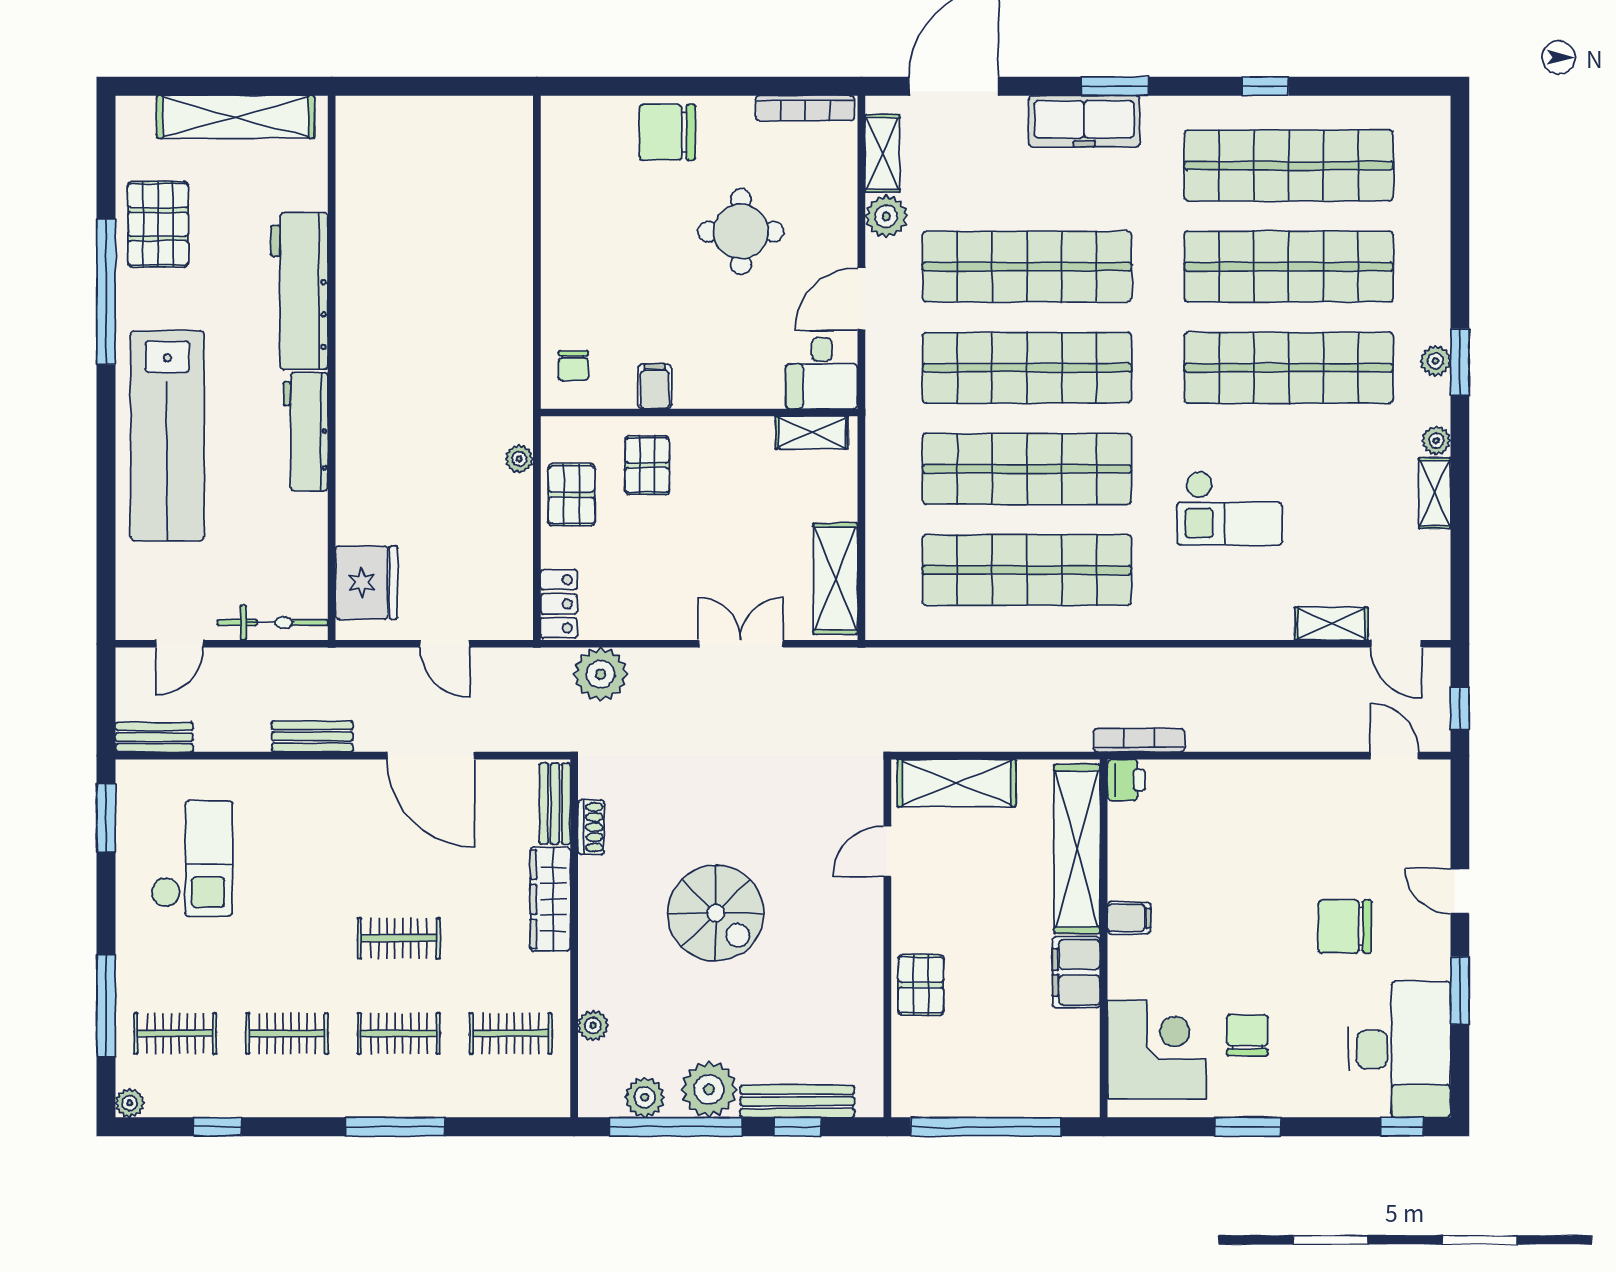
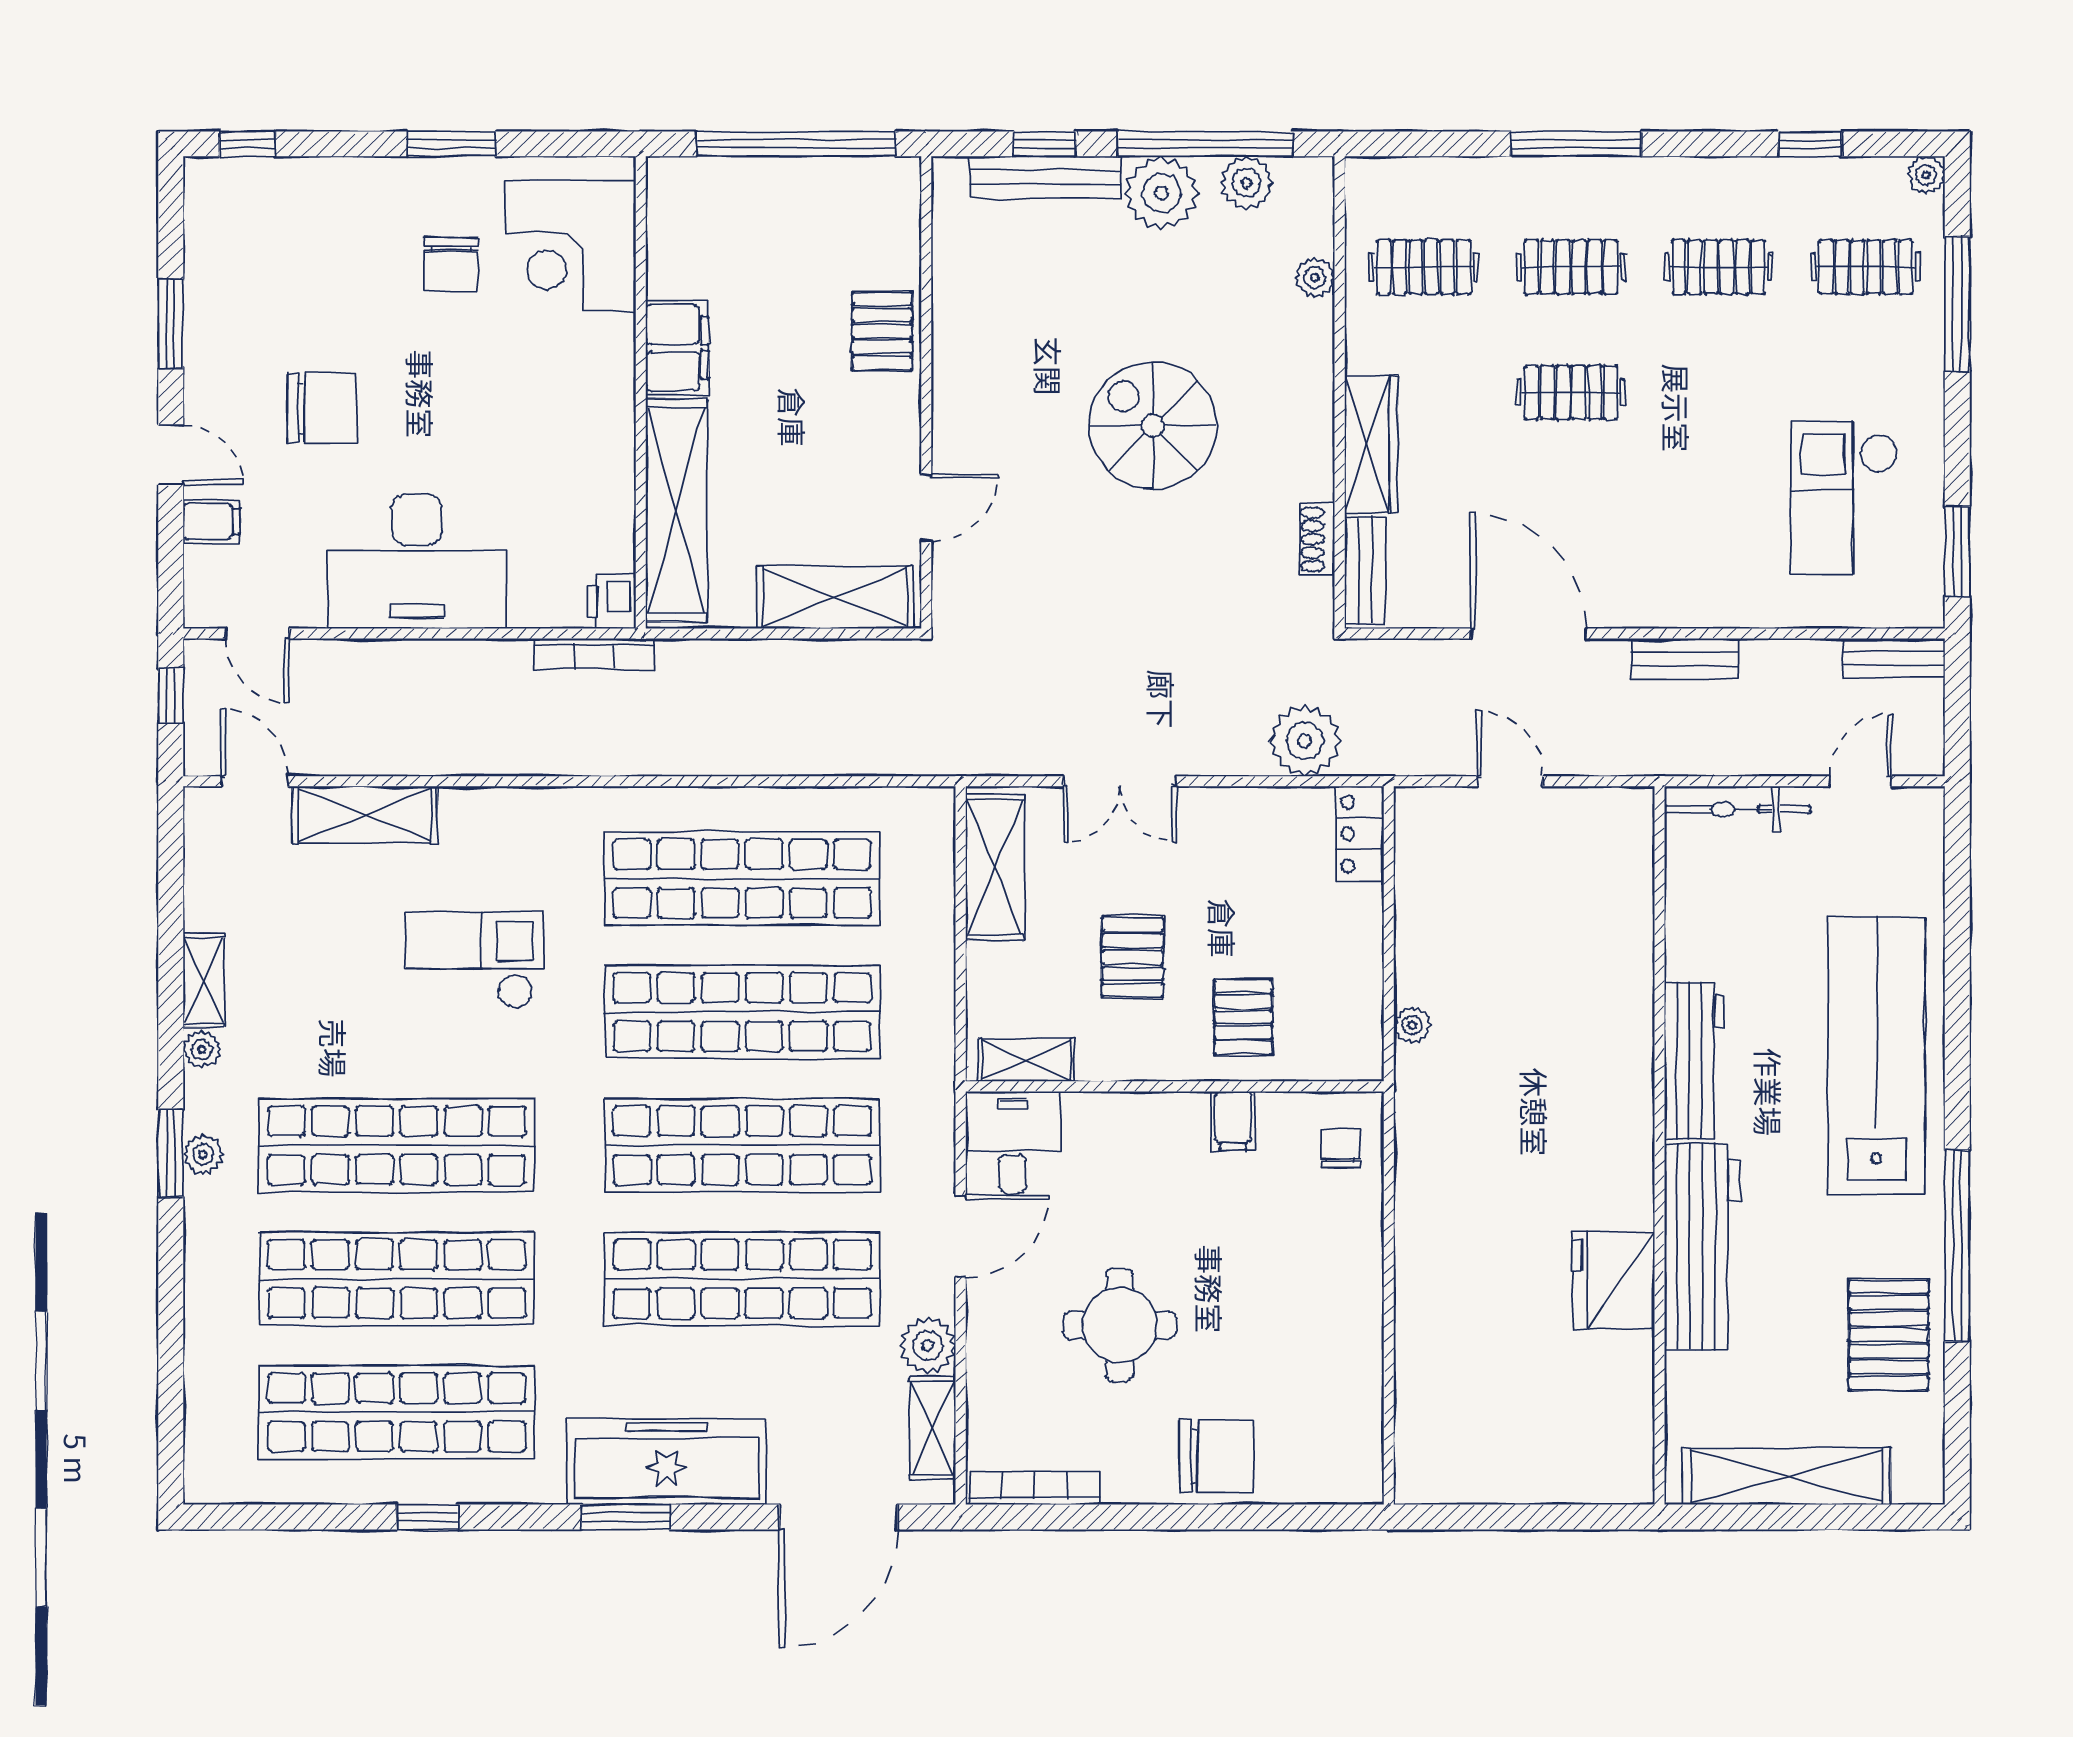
freezer: (1084, 121) -> (667, 1462), width x1.36, depth x1.26
pallet: (572, 495) -> (1132, 957), moved
fridge: (367, 582) -> (1614, 1280), moved
shelving: (1331, 624) -> (365, 815), width x1.50, depth x1.33
filing cabinet: (1129, 918) -> (212, 522), moved, turned 180
desk: (1400, 1049) -> (417, 561), moved, turned -90

